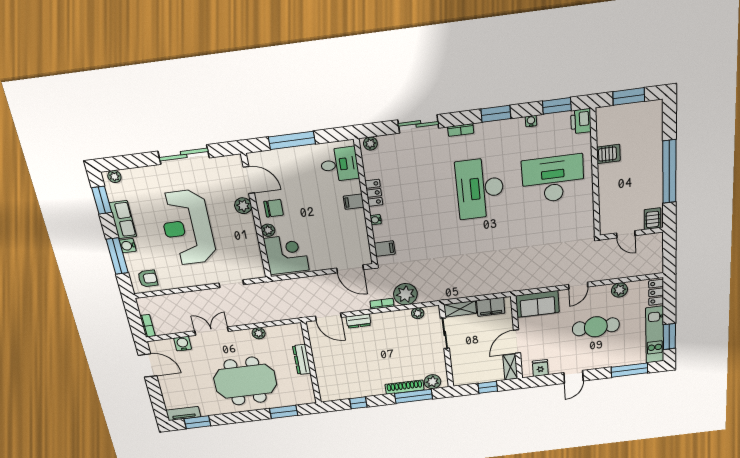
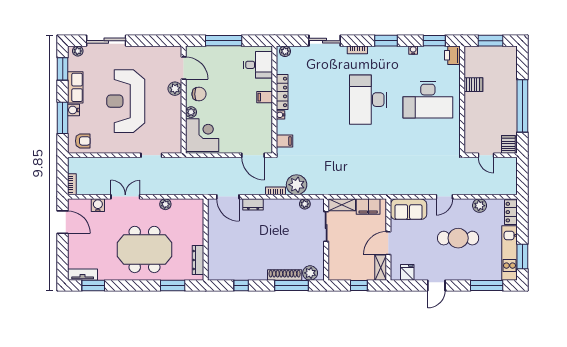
sliding door: (184, 155) -> (106, 41), moved
desk: (553, 179) -> (428, 100), turned 180
locker: (374, 193) -> (282, 92), width x1.53
dresser: (302, 360) -> (198, 260), moved

